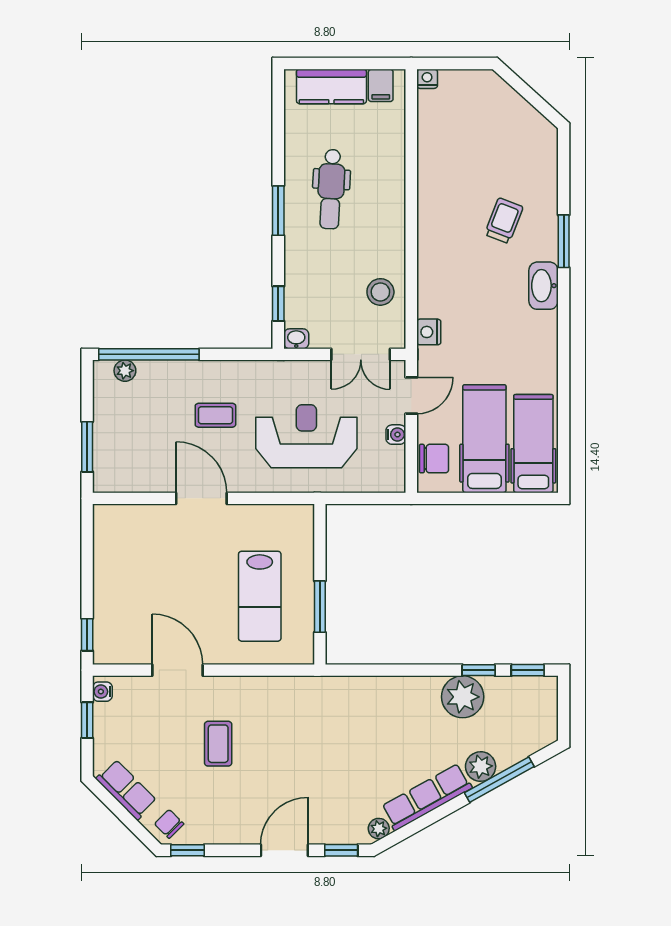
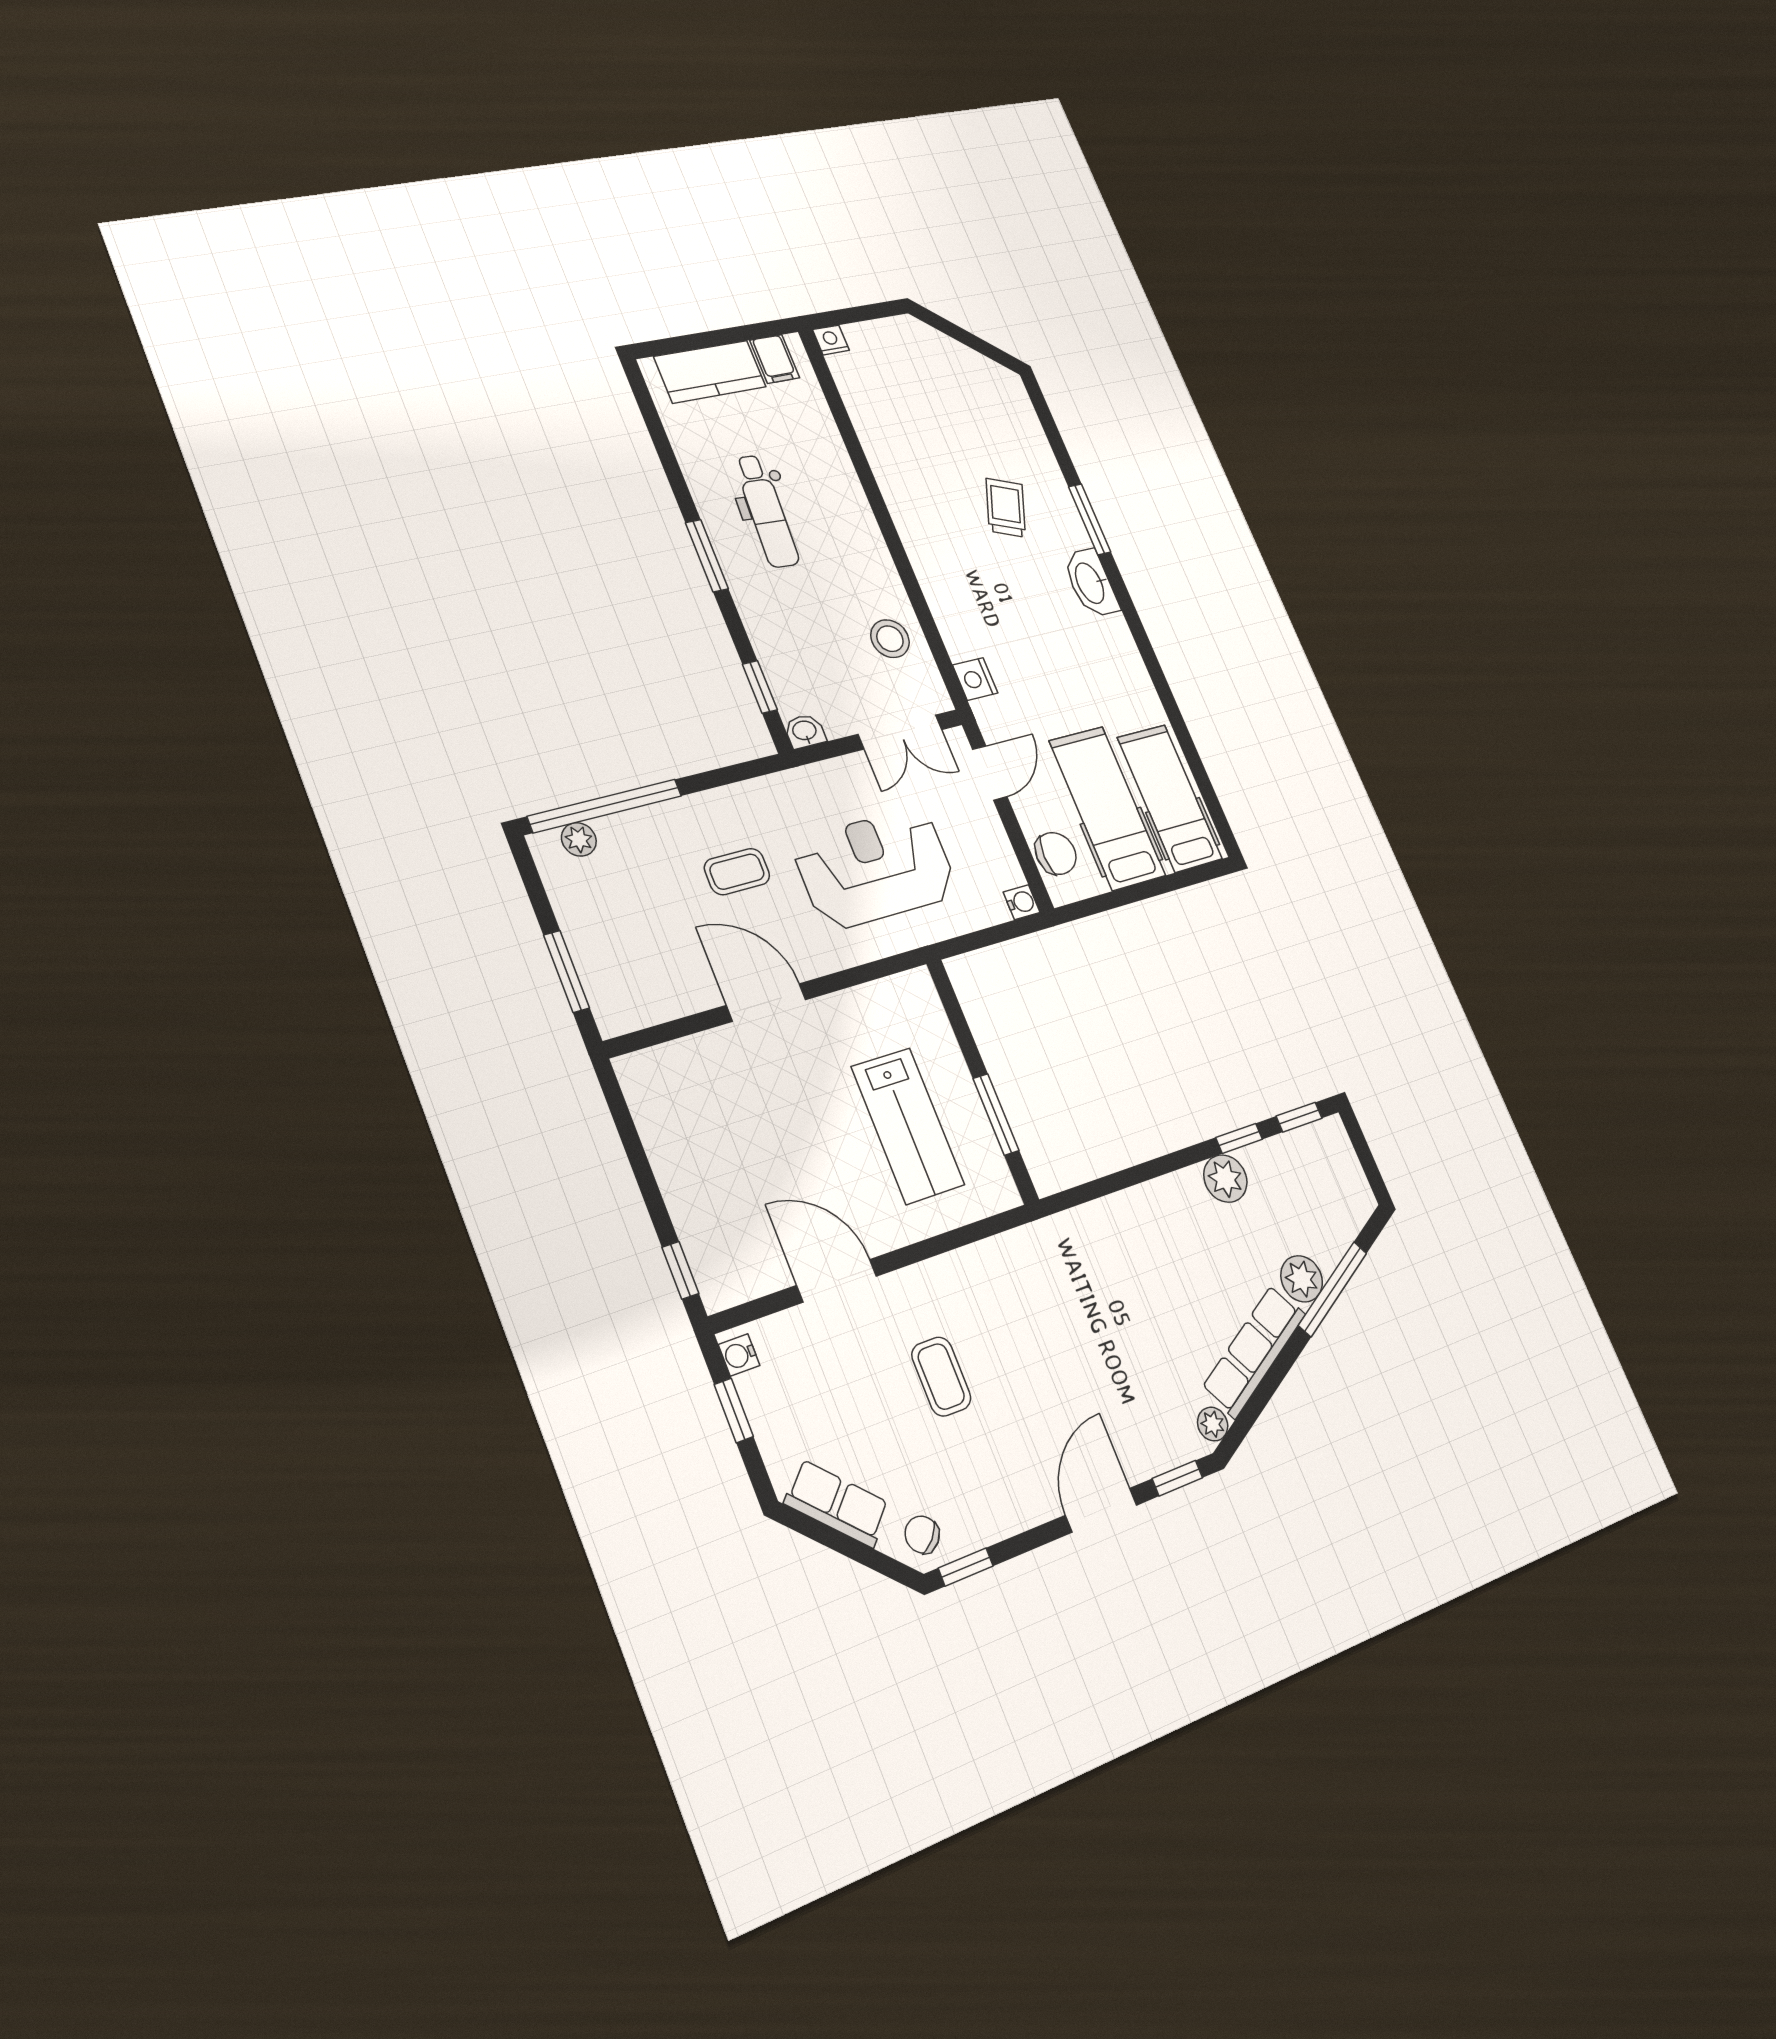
water cooler: (396, 435) -> (1022, 902), moved
plant: (463, 697) -> (1225, 1179), width x0.73, depth x0.73

